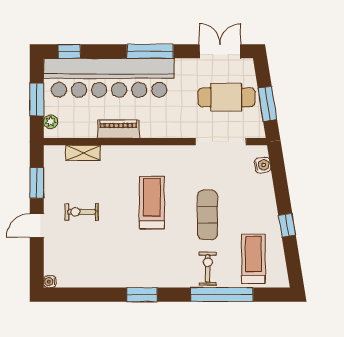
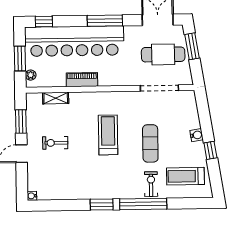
window: (267, 104) -> (192, 46), moved
water cooler: (262, 165) -> (196, 135), moved
treadmill: (253, 259) -> (185, 176), turned -90
window: (222, 295) -> (143, 204), moved

